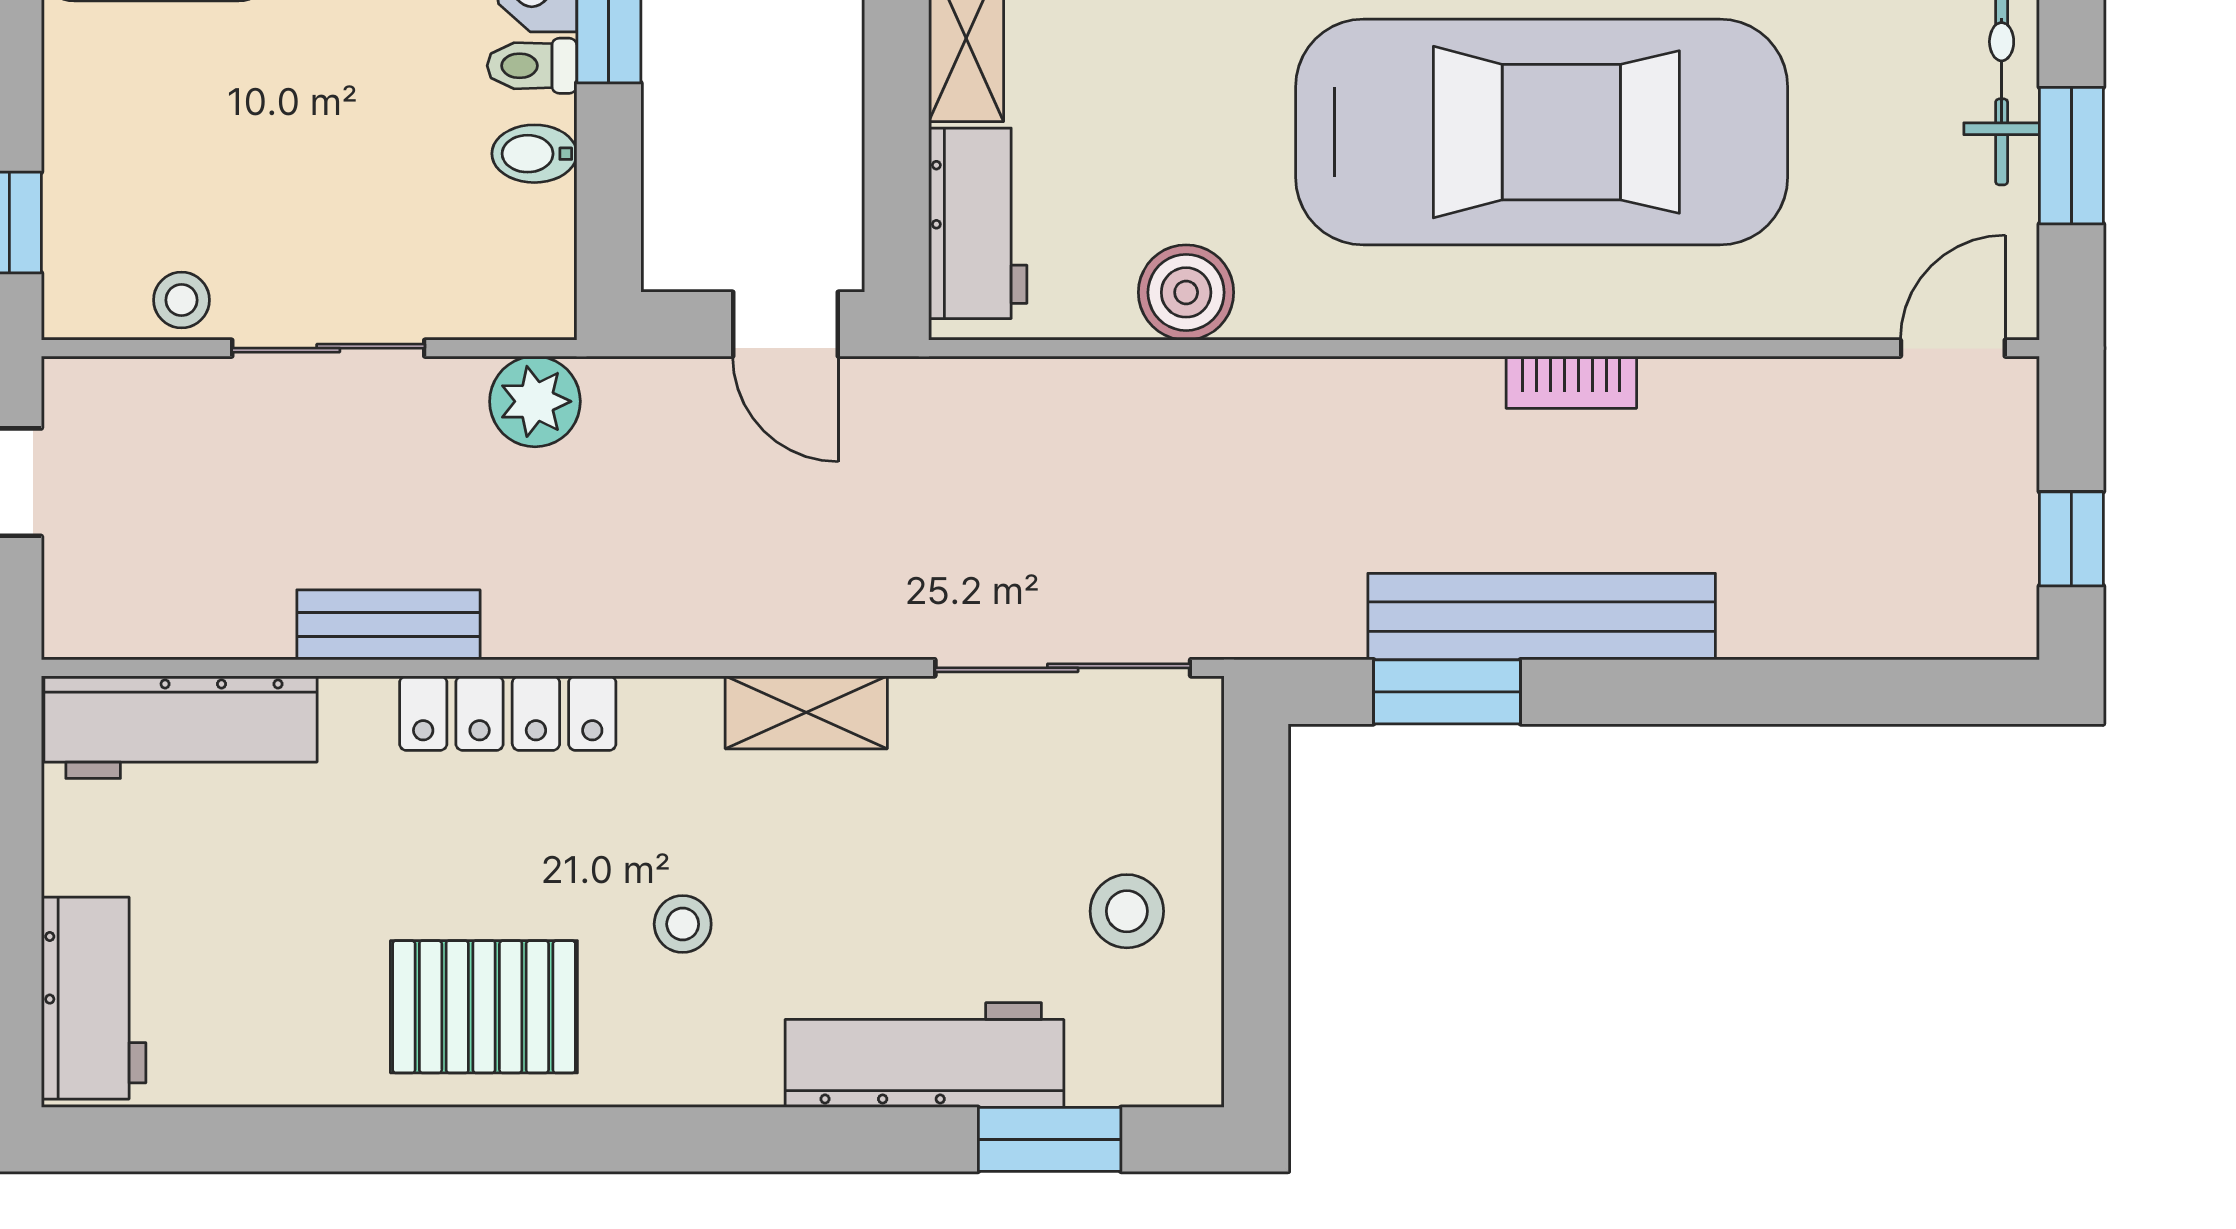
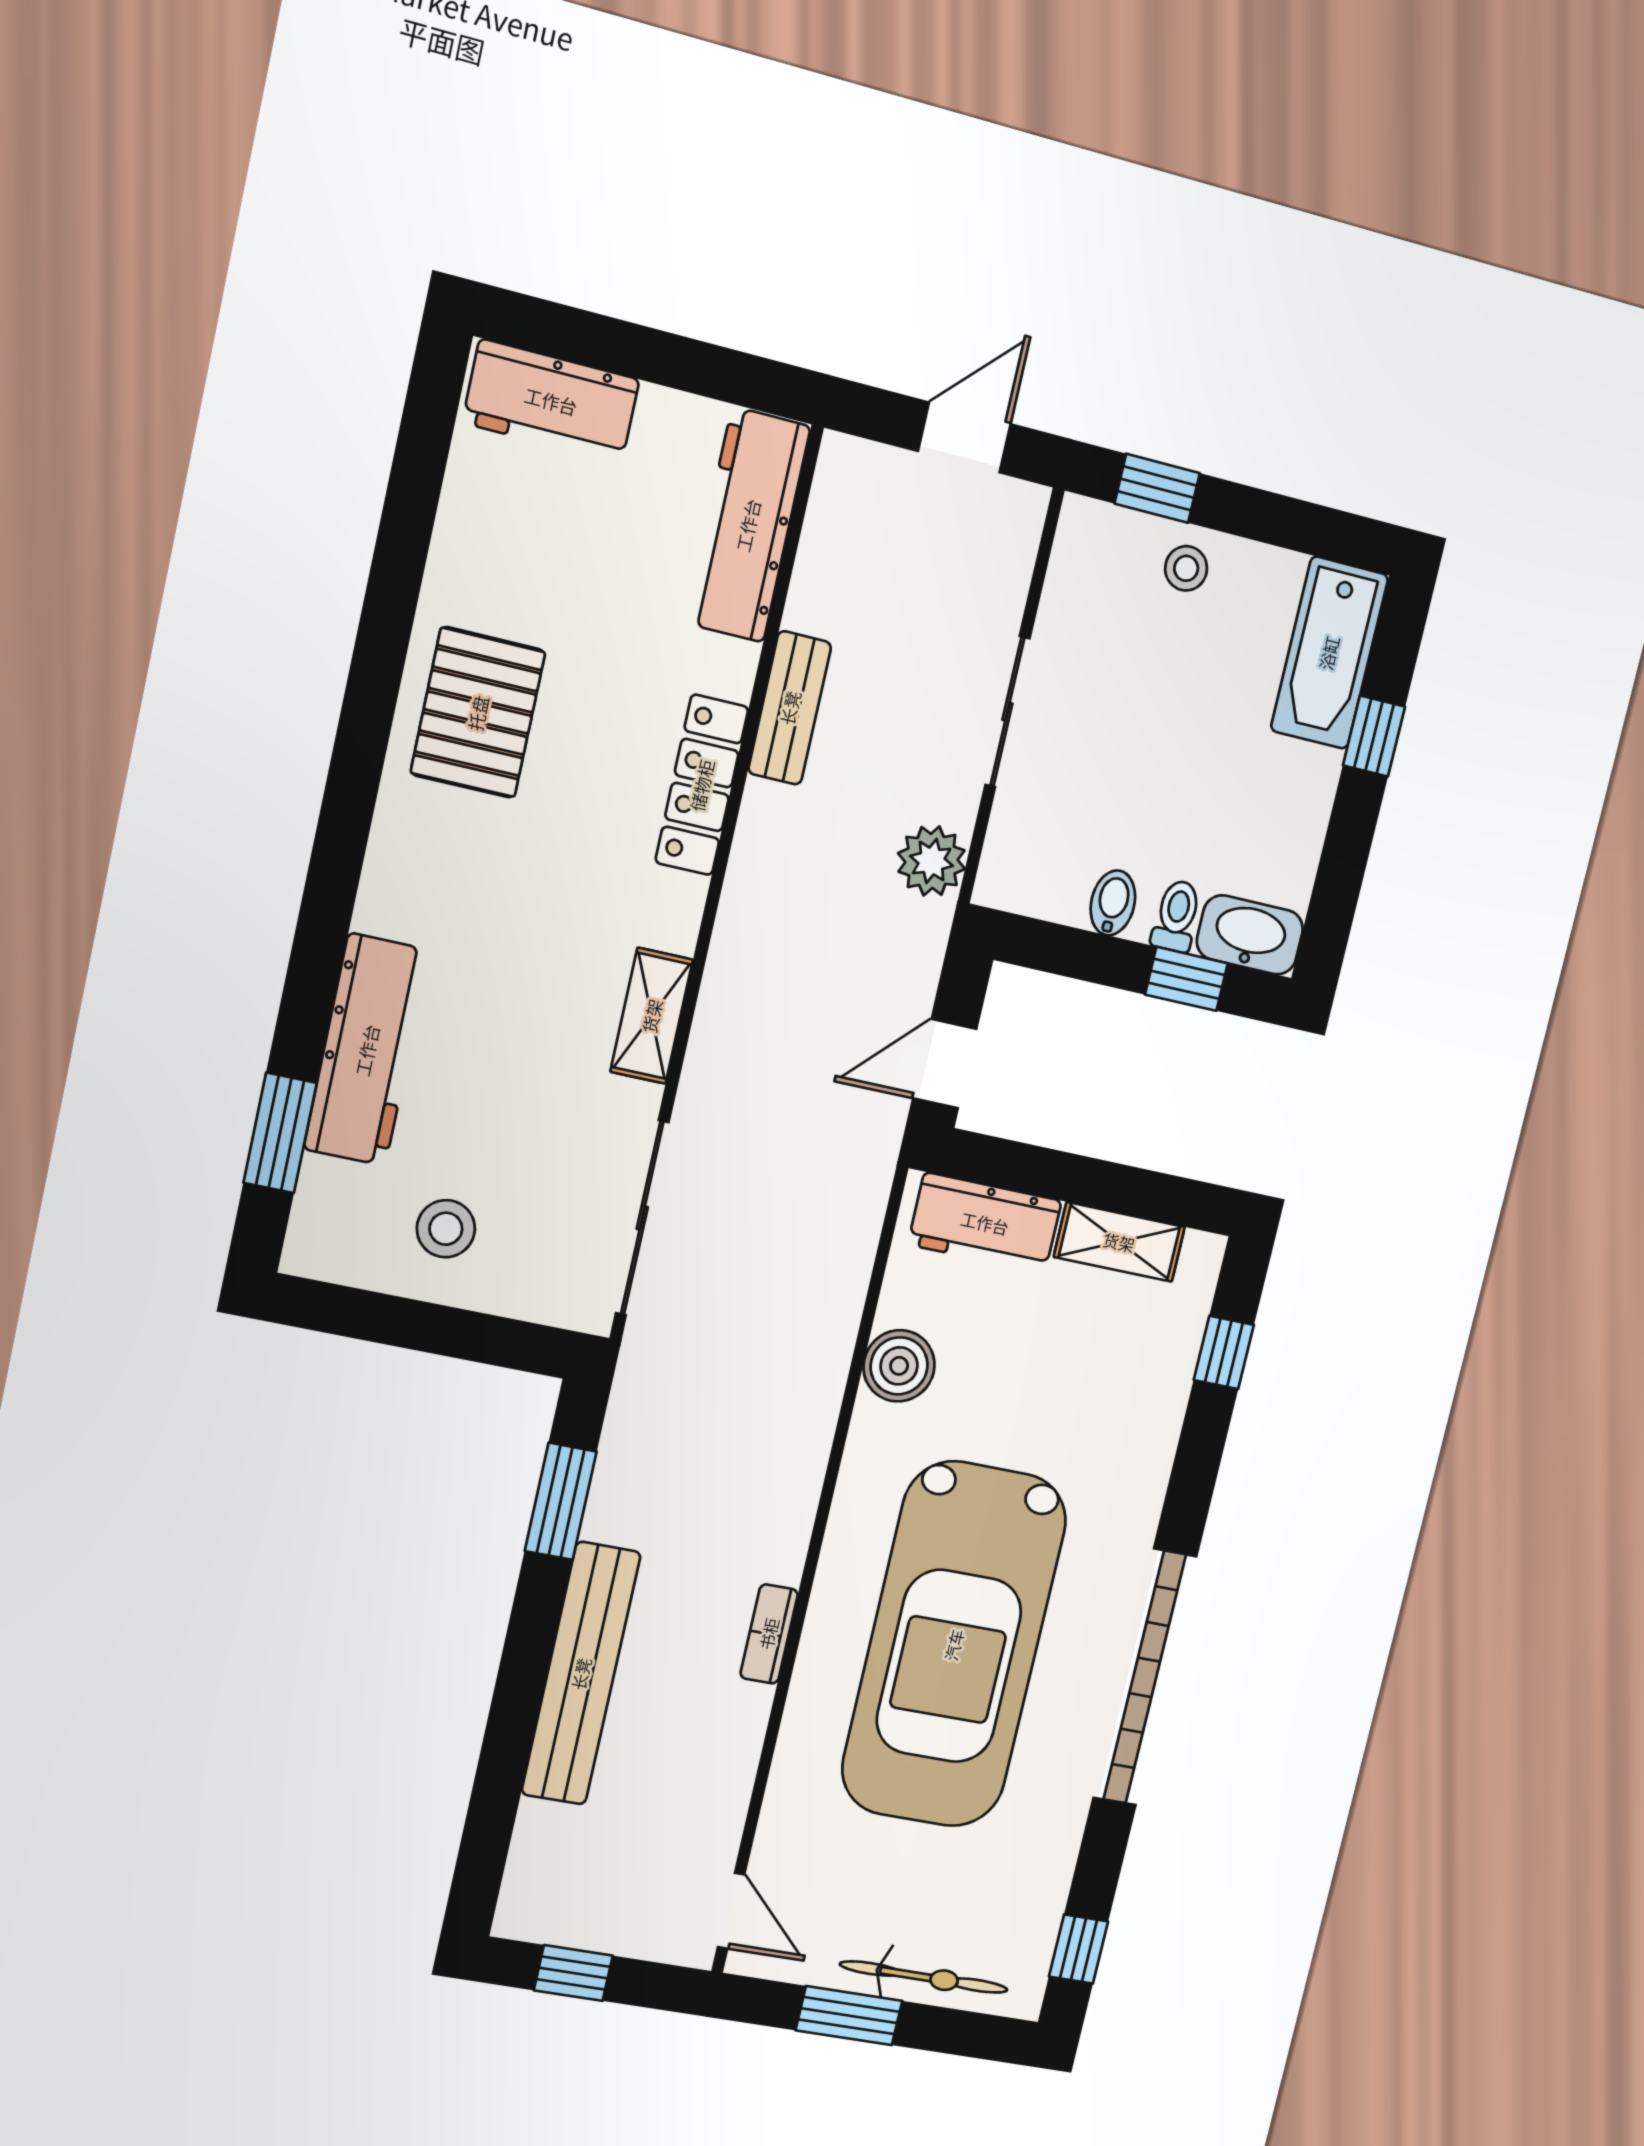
stool: (182, 300) -> (1186, 568), moved
bench: (1542, 617) -> (581, 1674), moved
stool: (683, 924) -> (509, 884), removed

